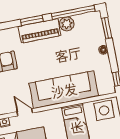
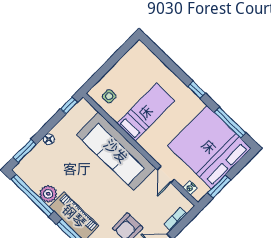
side table: (104, 110) -> (109, 96), width x0.54, depth x0.54

